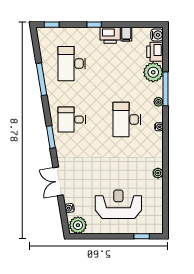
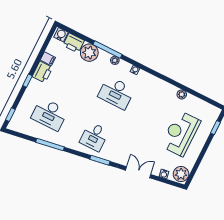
plant: (158, 173) -> (182, 94), moved
double door: (58, 181) -> (138, 172), swing flipped

